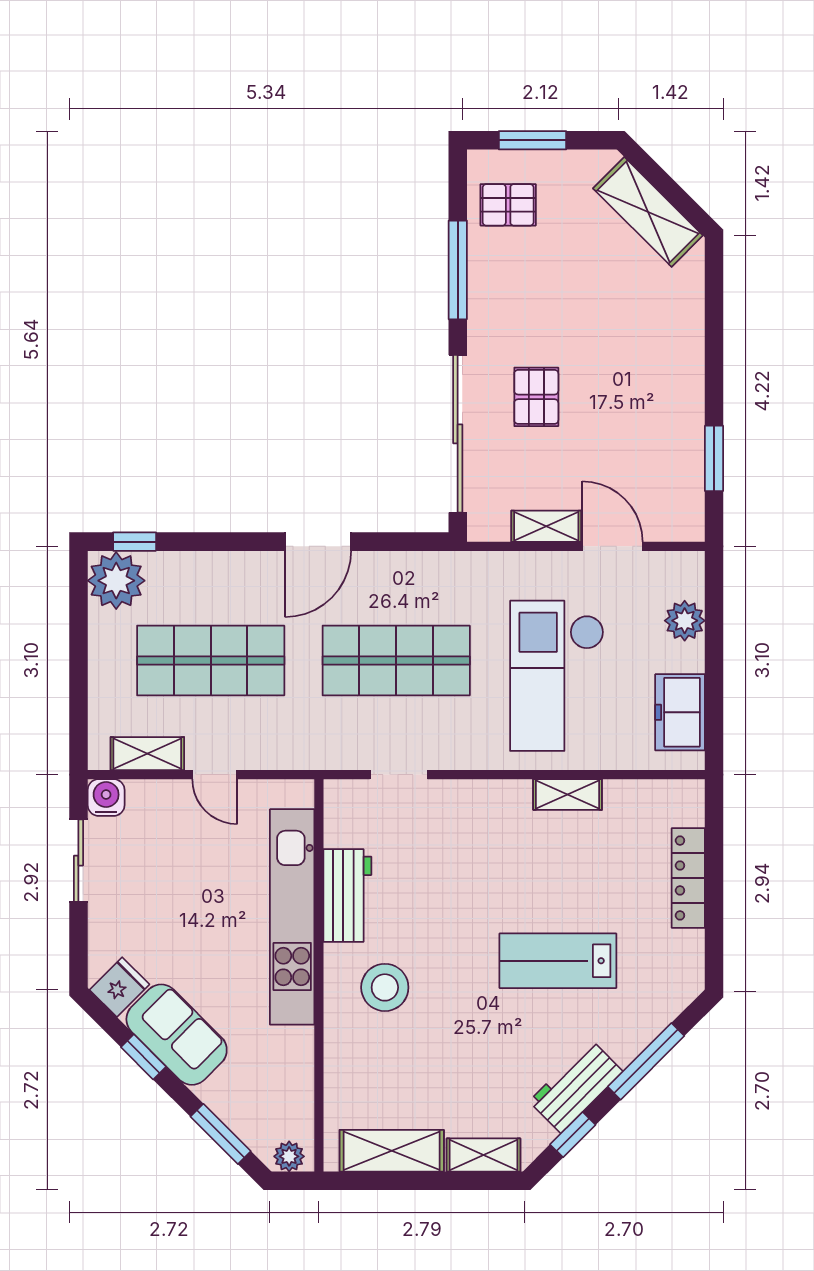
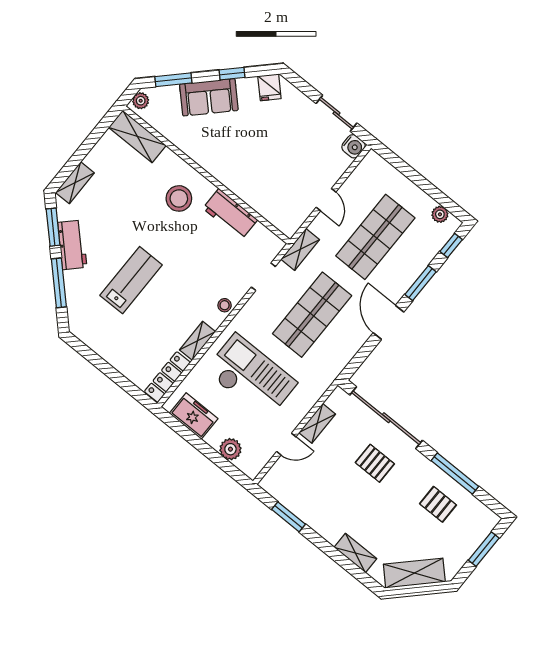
pallet: (508, 205) -> (438, 504), moved, turned 90
shelving: (688, 320) -> (355, 553), added
window: (224, 542) -> (421, 283), added
door: (612, 546) -> (286, 444), width x0.73
plant: (116, 581) -> (440, 214), width x0.53, depth x0.53
shelving: (147, 754) -> (300, 249), moved
door: (215, 775) -> (326, 200), swing flipped
stool: (485, 797) -> (225, 305), added
locker: (688, 878) -> (167, 377), moved, turned -90
kitchen unit: (292, 917) -> (240, 184), removed
sofa: (177, 1035) -> (209, 97), moved
window: (573, 1135) -> (53, 227), width x1.50
shelving: (392, 1151) -> (137, 136), moved, turned 90

